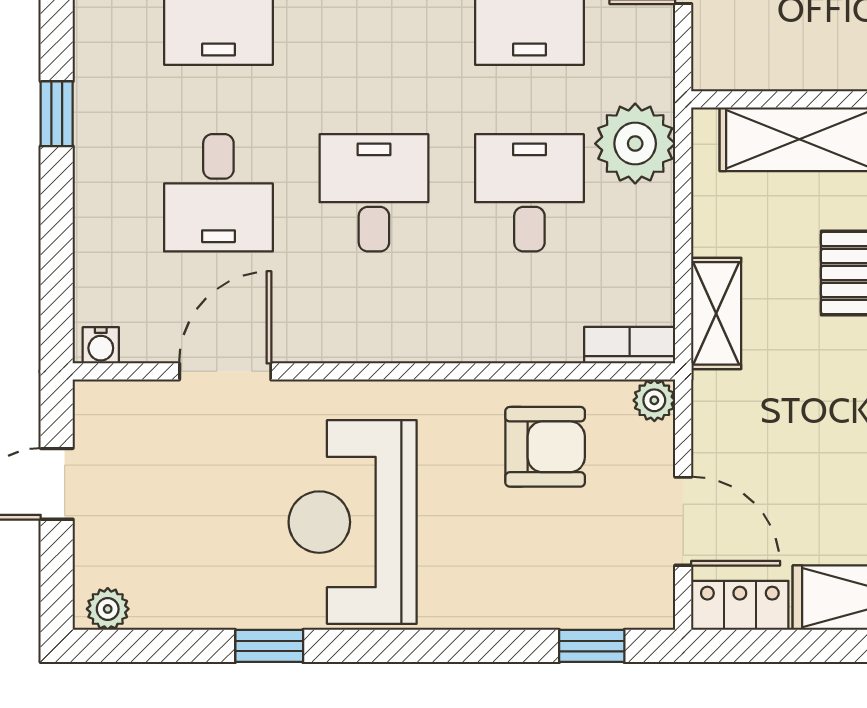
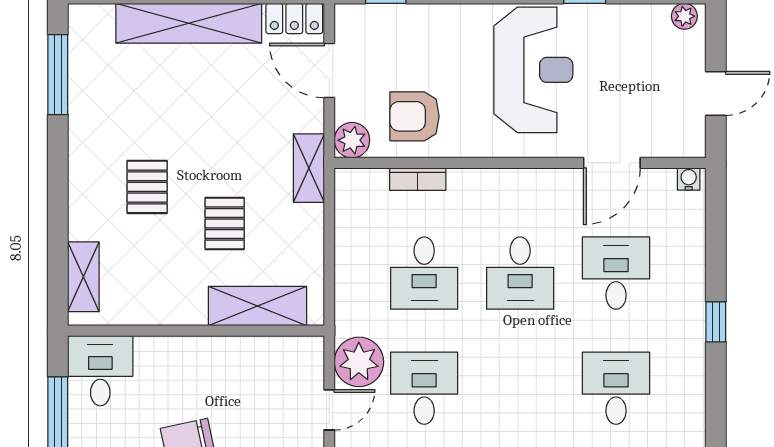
plant: (635, 144) -> (359, 362), moved
shelving: (716, 313) -> (309, 168), moved
bookcase: (630, 345) -> (418, 179), moved
plant: (654, 400) -> (352, 140), width x1.38, depth x1.38

